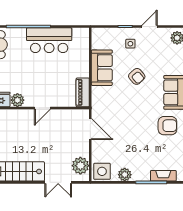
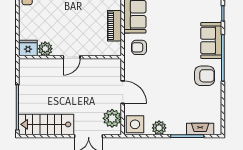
armchair: (137, 76) -> (139, 47), moved, turned 132
piano: (83, 92) -> (114, 26), moved
door: (90, 129) -> (123, 92), moved

